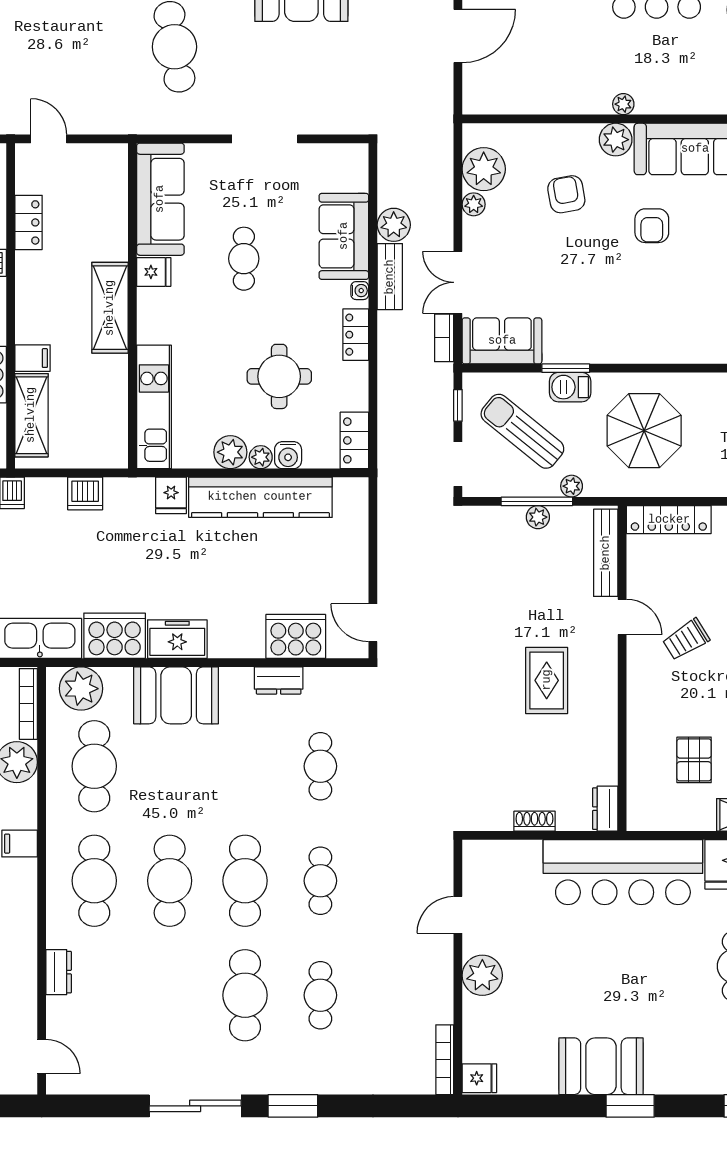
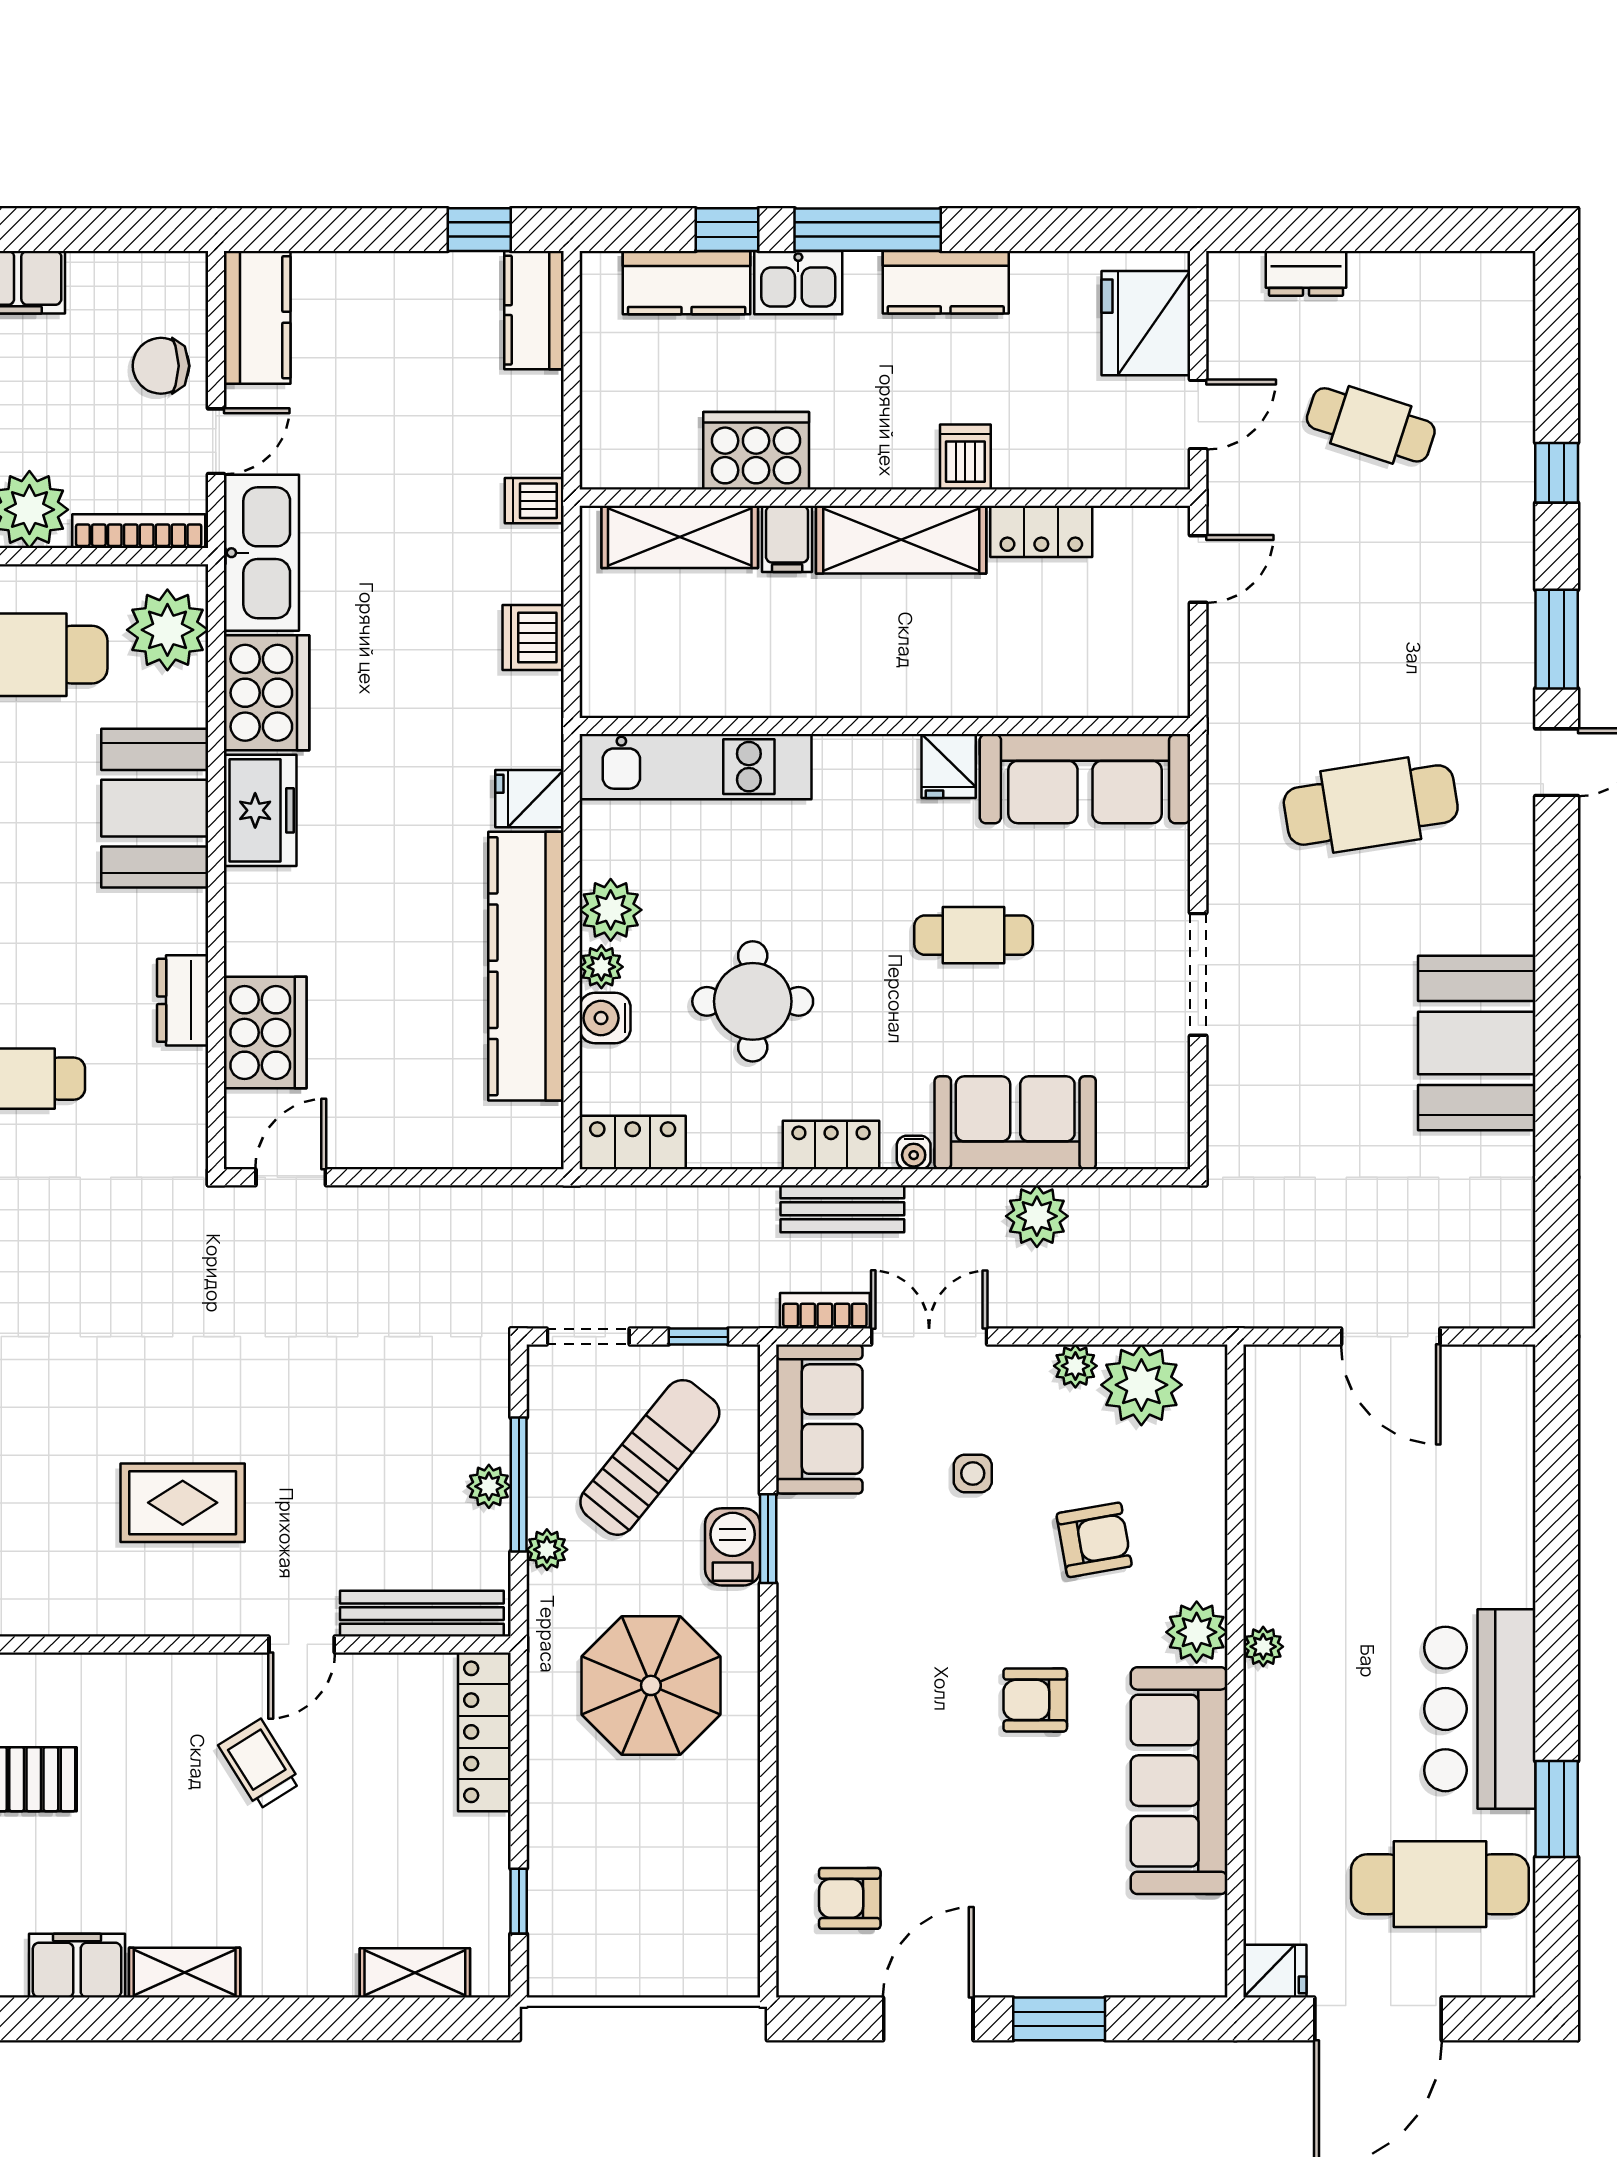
side table: (531, 259) -> (973, 1473), added
bench: (390, 277) -> (842, 1209), moved
shelving: (110, 308) -> (901, 540), moved

